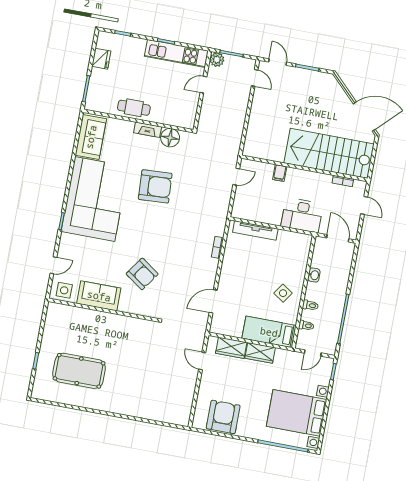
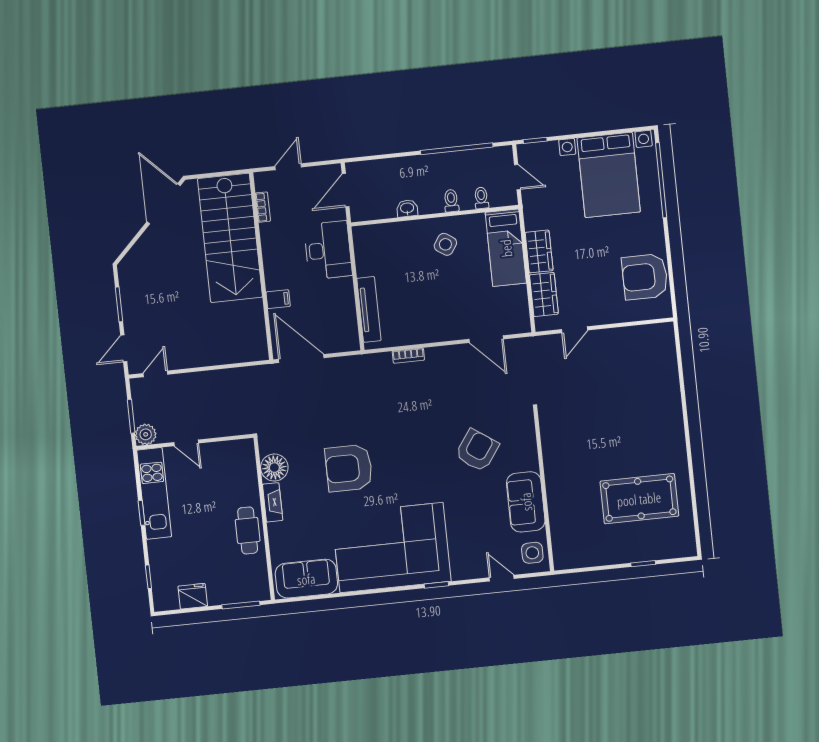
door: (236, 177) -> (301, 359), width x1.88
armchair: (155, 186) -> (349, 468), turned -87
pool table: (79, 371) -> (639, 499), turned 90

